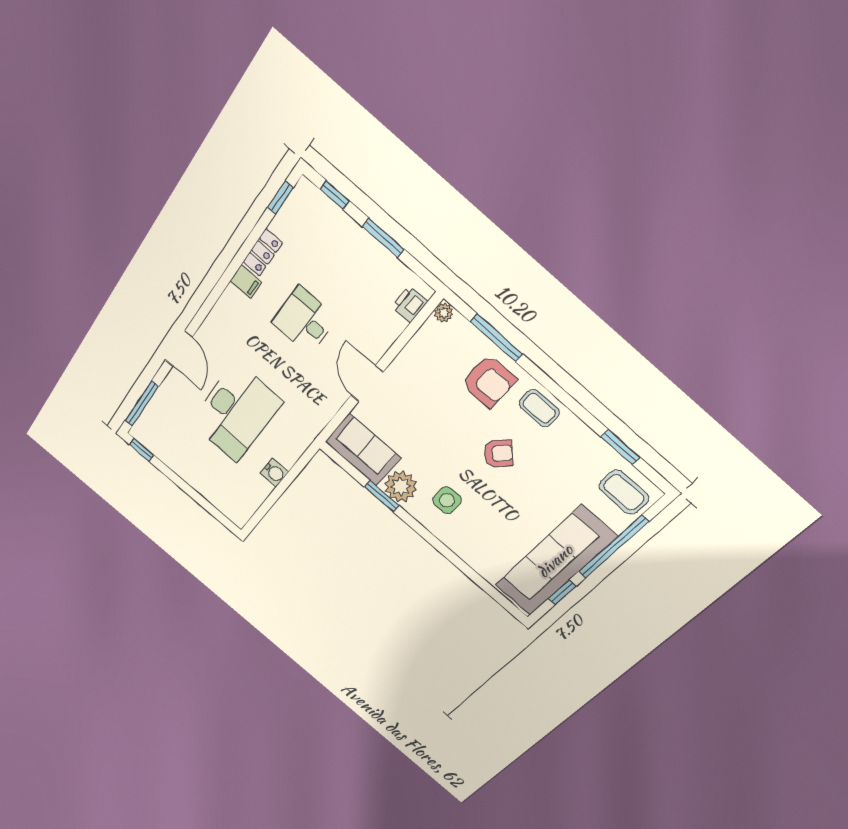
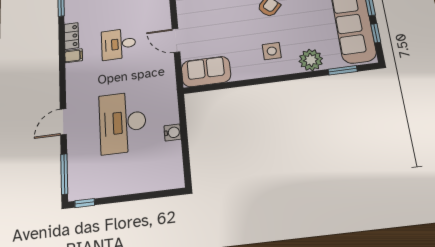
door: (179, 348) -> (63, 122), swing flipped
desk: (236, 412) -> (123, 123), turned 180
plant: (401, 487) -> (311, 60), moved
window: (382, 496) -> (343, 70), moved

